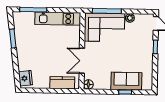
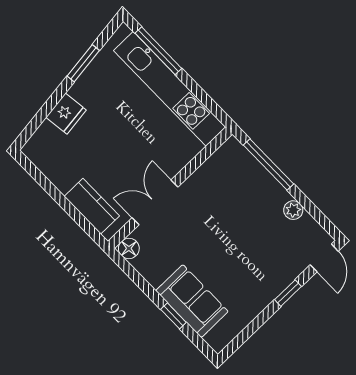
kitchen unit: (58, 19) -> (170, 89), width x1.36
corner sofa: (105, 27) -> (240, 186), removed
fridge: (25, 78) -> (66, 114), moved

